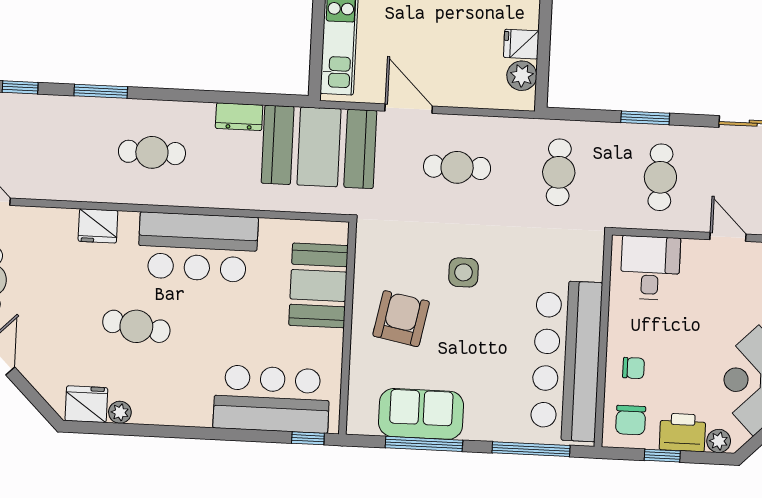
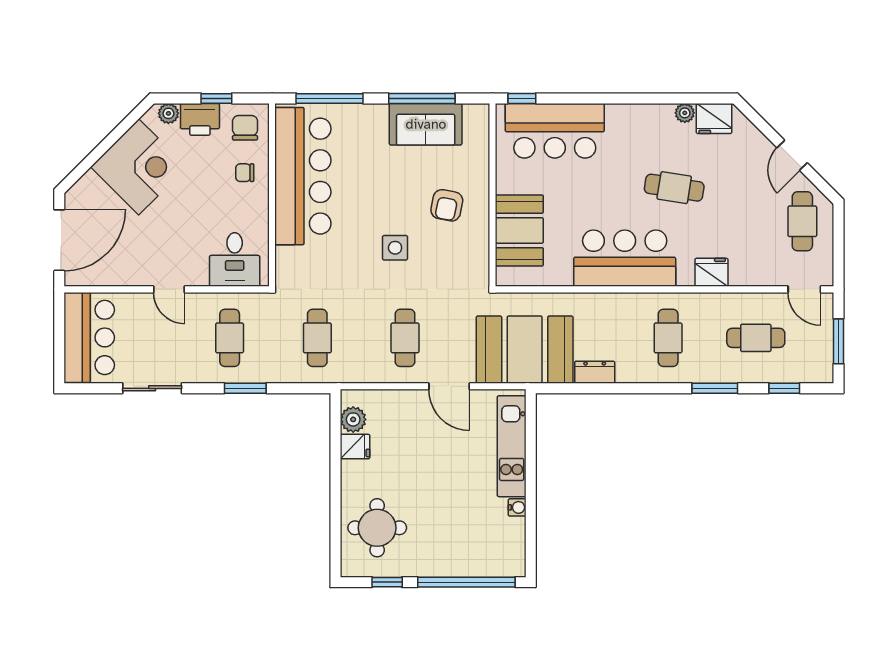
cafe table: (50, 147) -> (756, 338), added
cafe table: (152, 152) -> (668, 338), turned 90
cafe table: (457, 167) -> (405, 338), turned 90
armchair: (401, 319) -> (447, 205), width x0.72, depth x0.72

